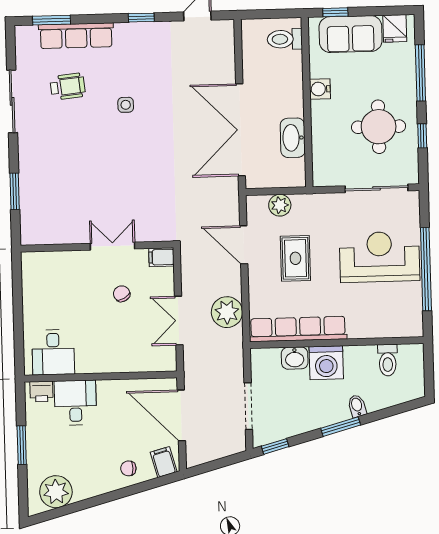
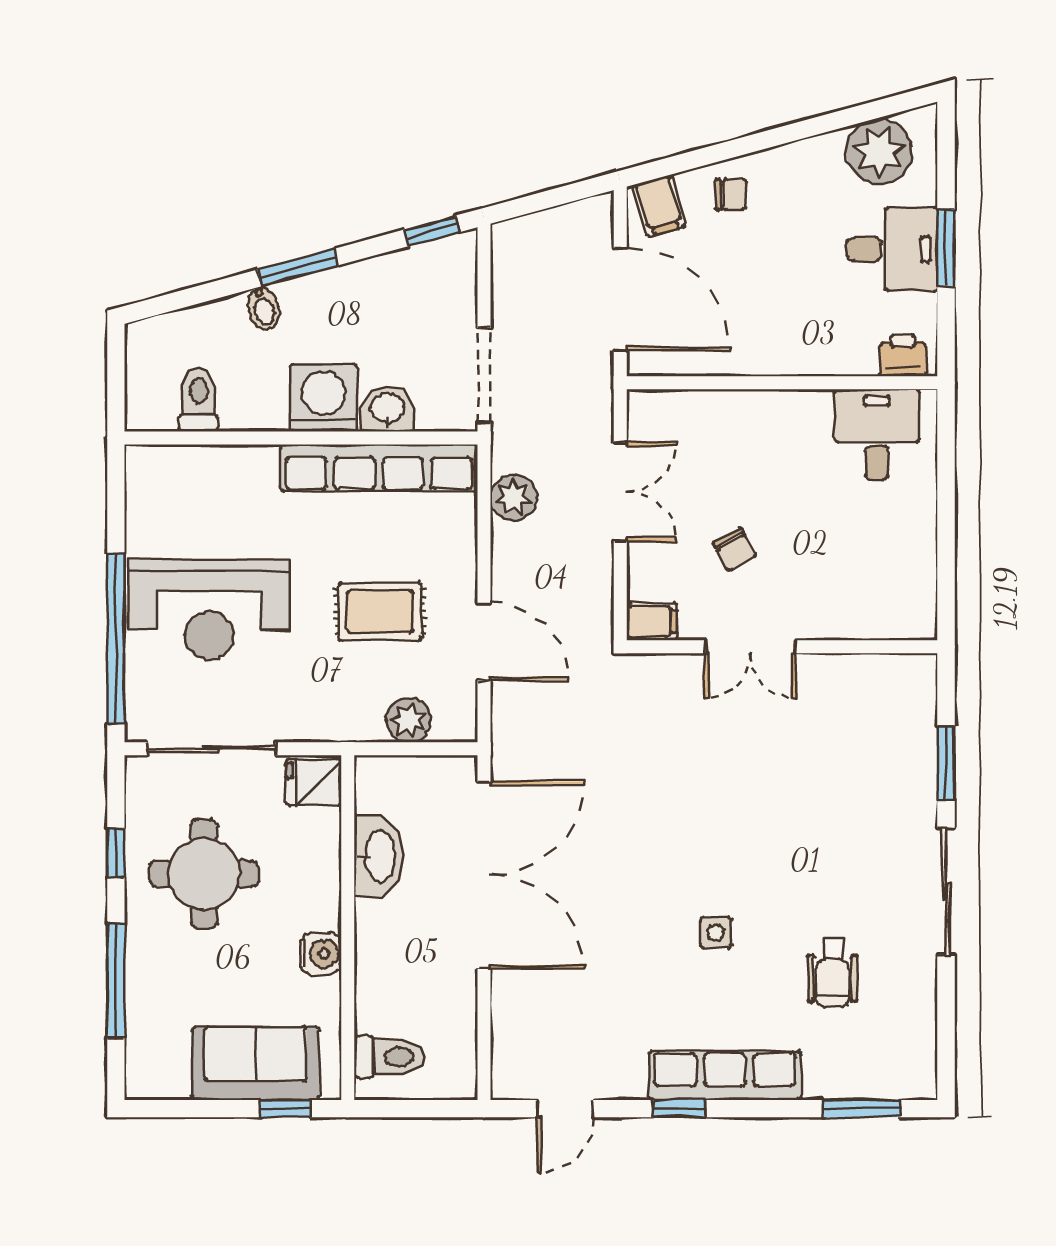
fridge: (395, 28) -> (314, 783), moved, turned -90
row of seats: (76, 36) -> (725, 1076), moved
wheelchair: (68, 87) -> (832, 973), turned -84
sliding door: (12, 101) -> (946, 891), moved
rug: (295, 258) -> (380, 611), turned 90
window: (426, 269) -> (116, 639), moved
plant: (227, 312) -> (514, 498), width x0.73, depth x0.73
desk: (75, 403) -> (892, 249), moved, turned -90
doorway: (248, 406) -> (484, 375), moved

